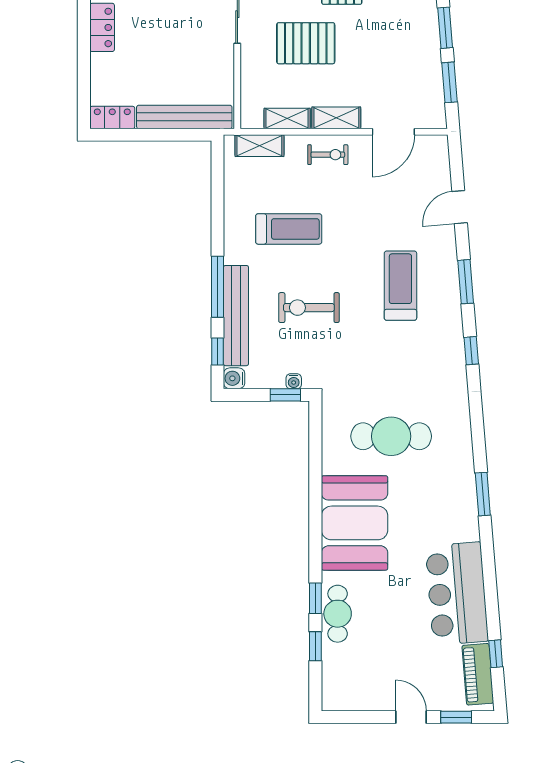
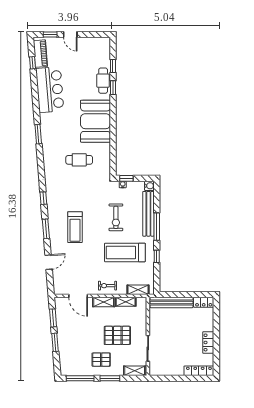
door: (393, 132) -> (78, 296), swing flipped
treadmill: (289, 229) -> (125, 252), width x1.37, depth x1.38
exercise bike: (309, 308) -> (116, 217), turned 90
window: (218, 352) -> (157, 256), moved
cafe table: (391, 436) -> (79, 160), width x0.73, depth x0.74

